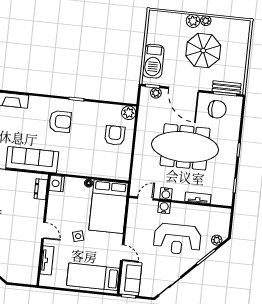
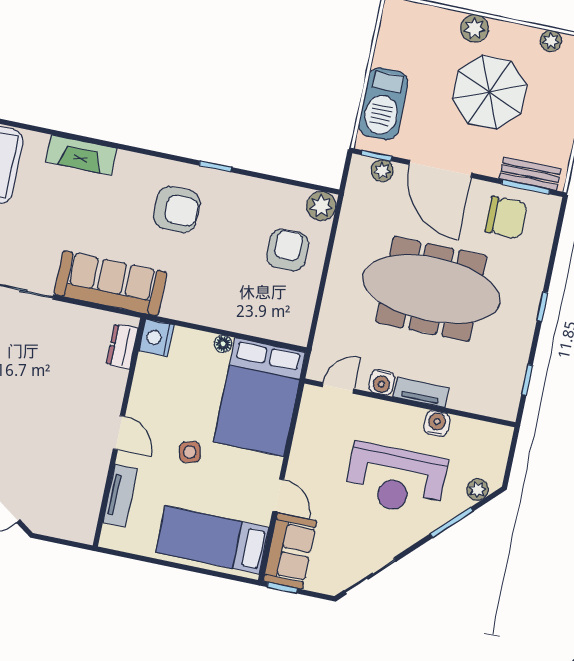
plant: (206, 21) -> (551, 41), moved
tv unit: (198, 198) -> (421, 392), moved
water cooler: (164, 207) -> (437, 423), moved

